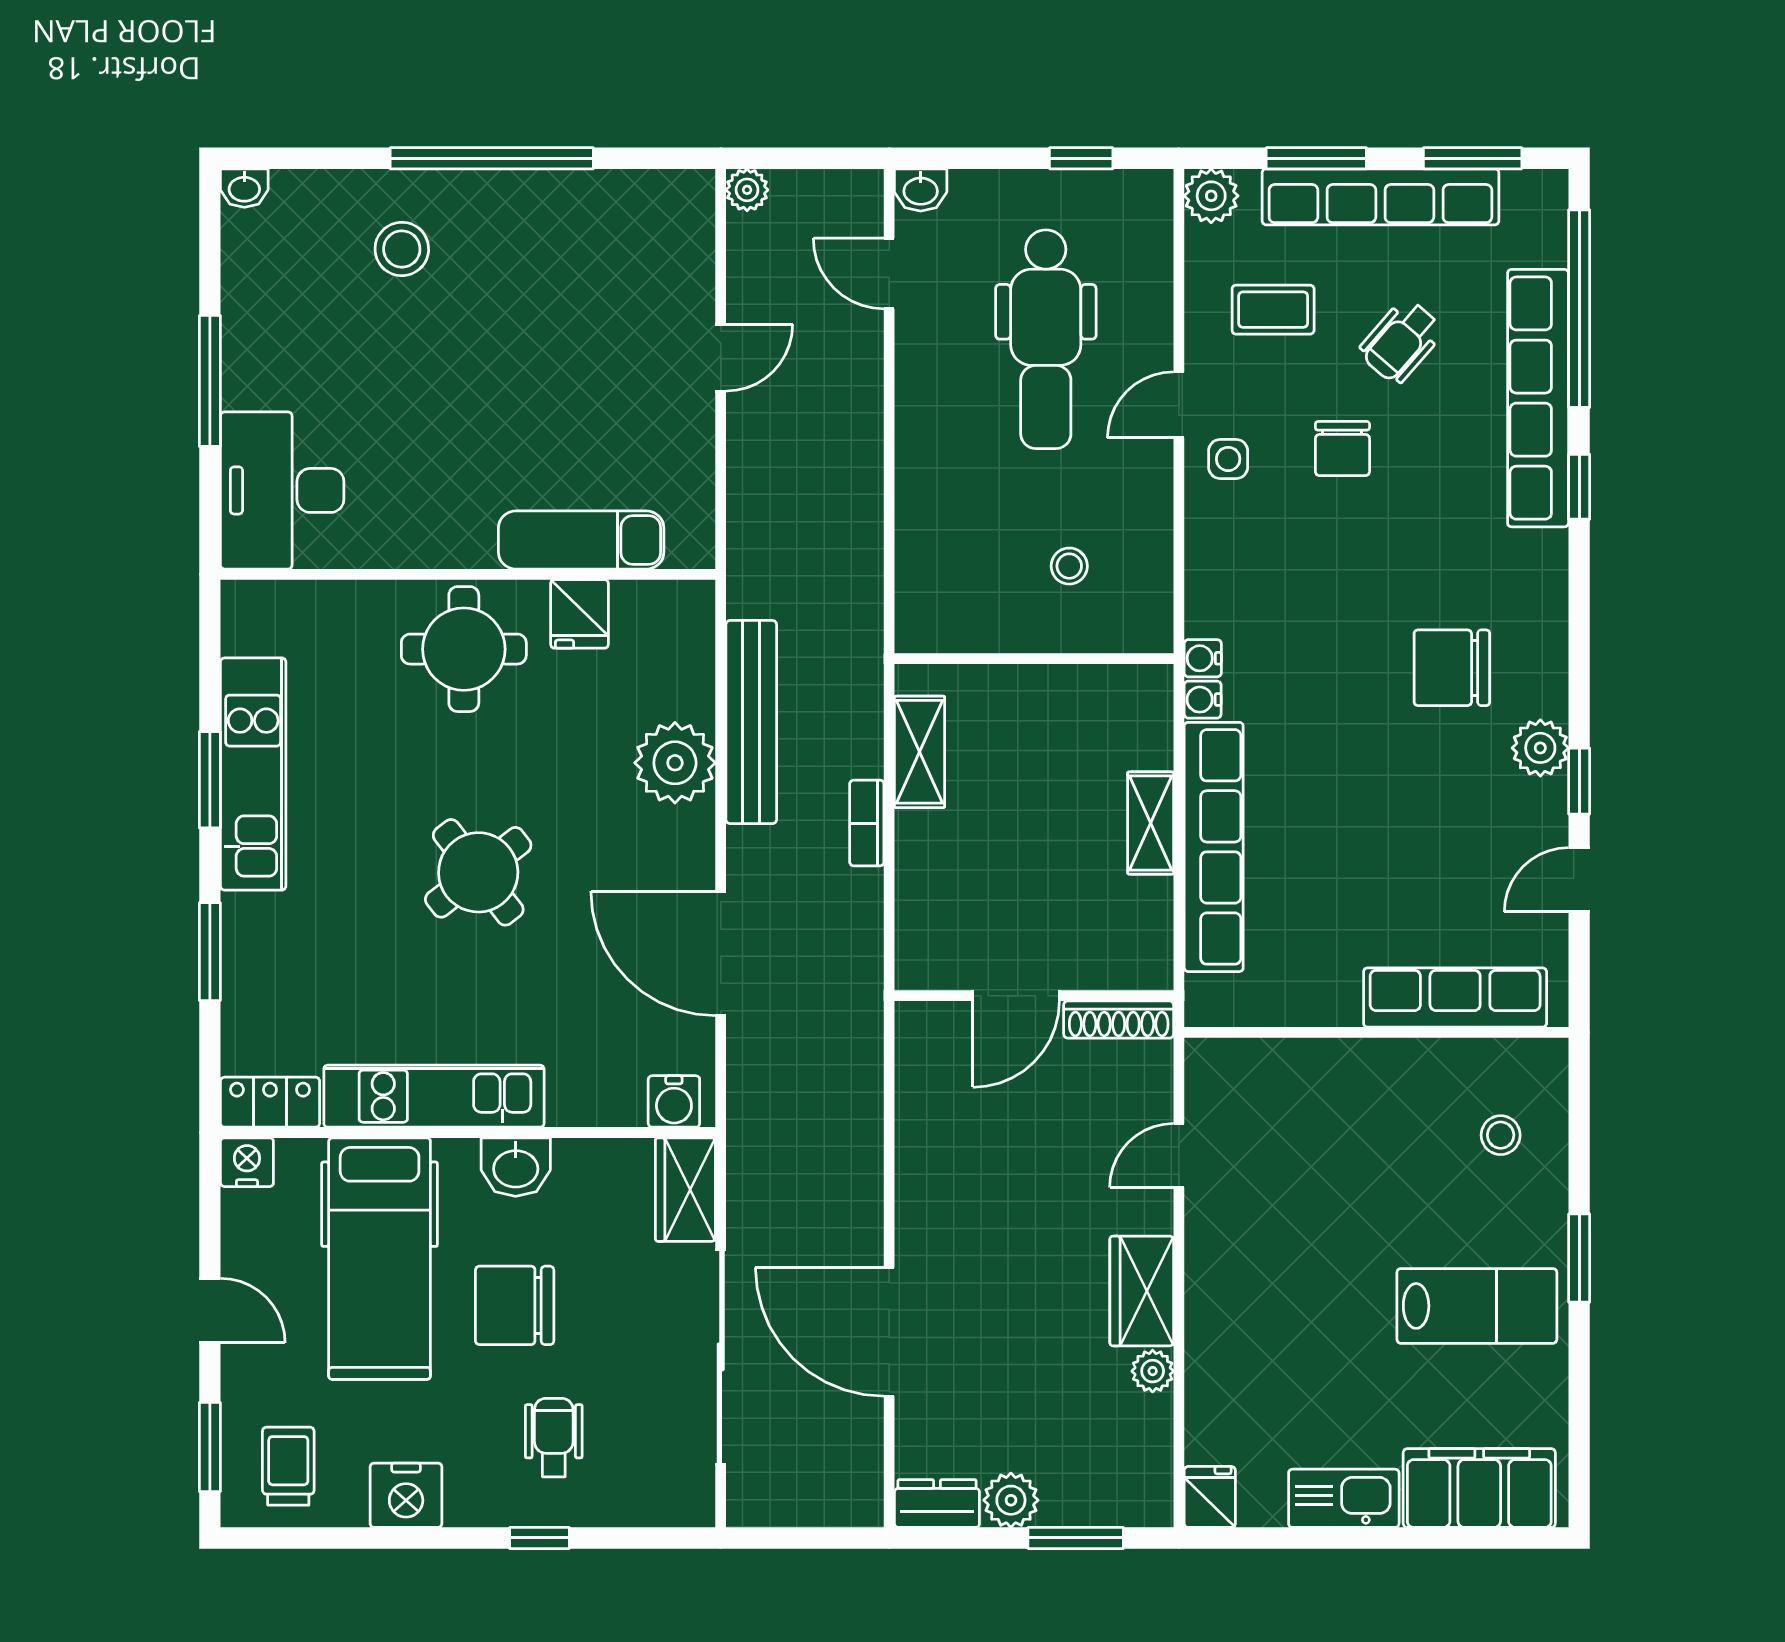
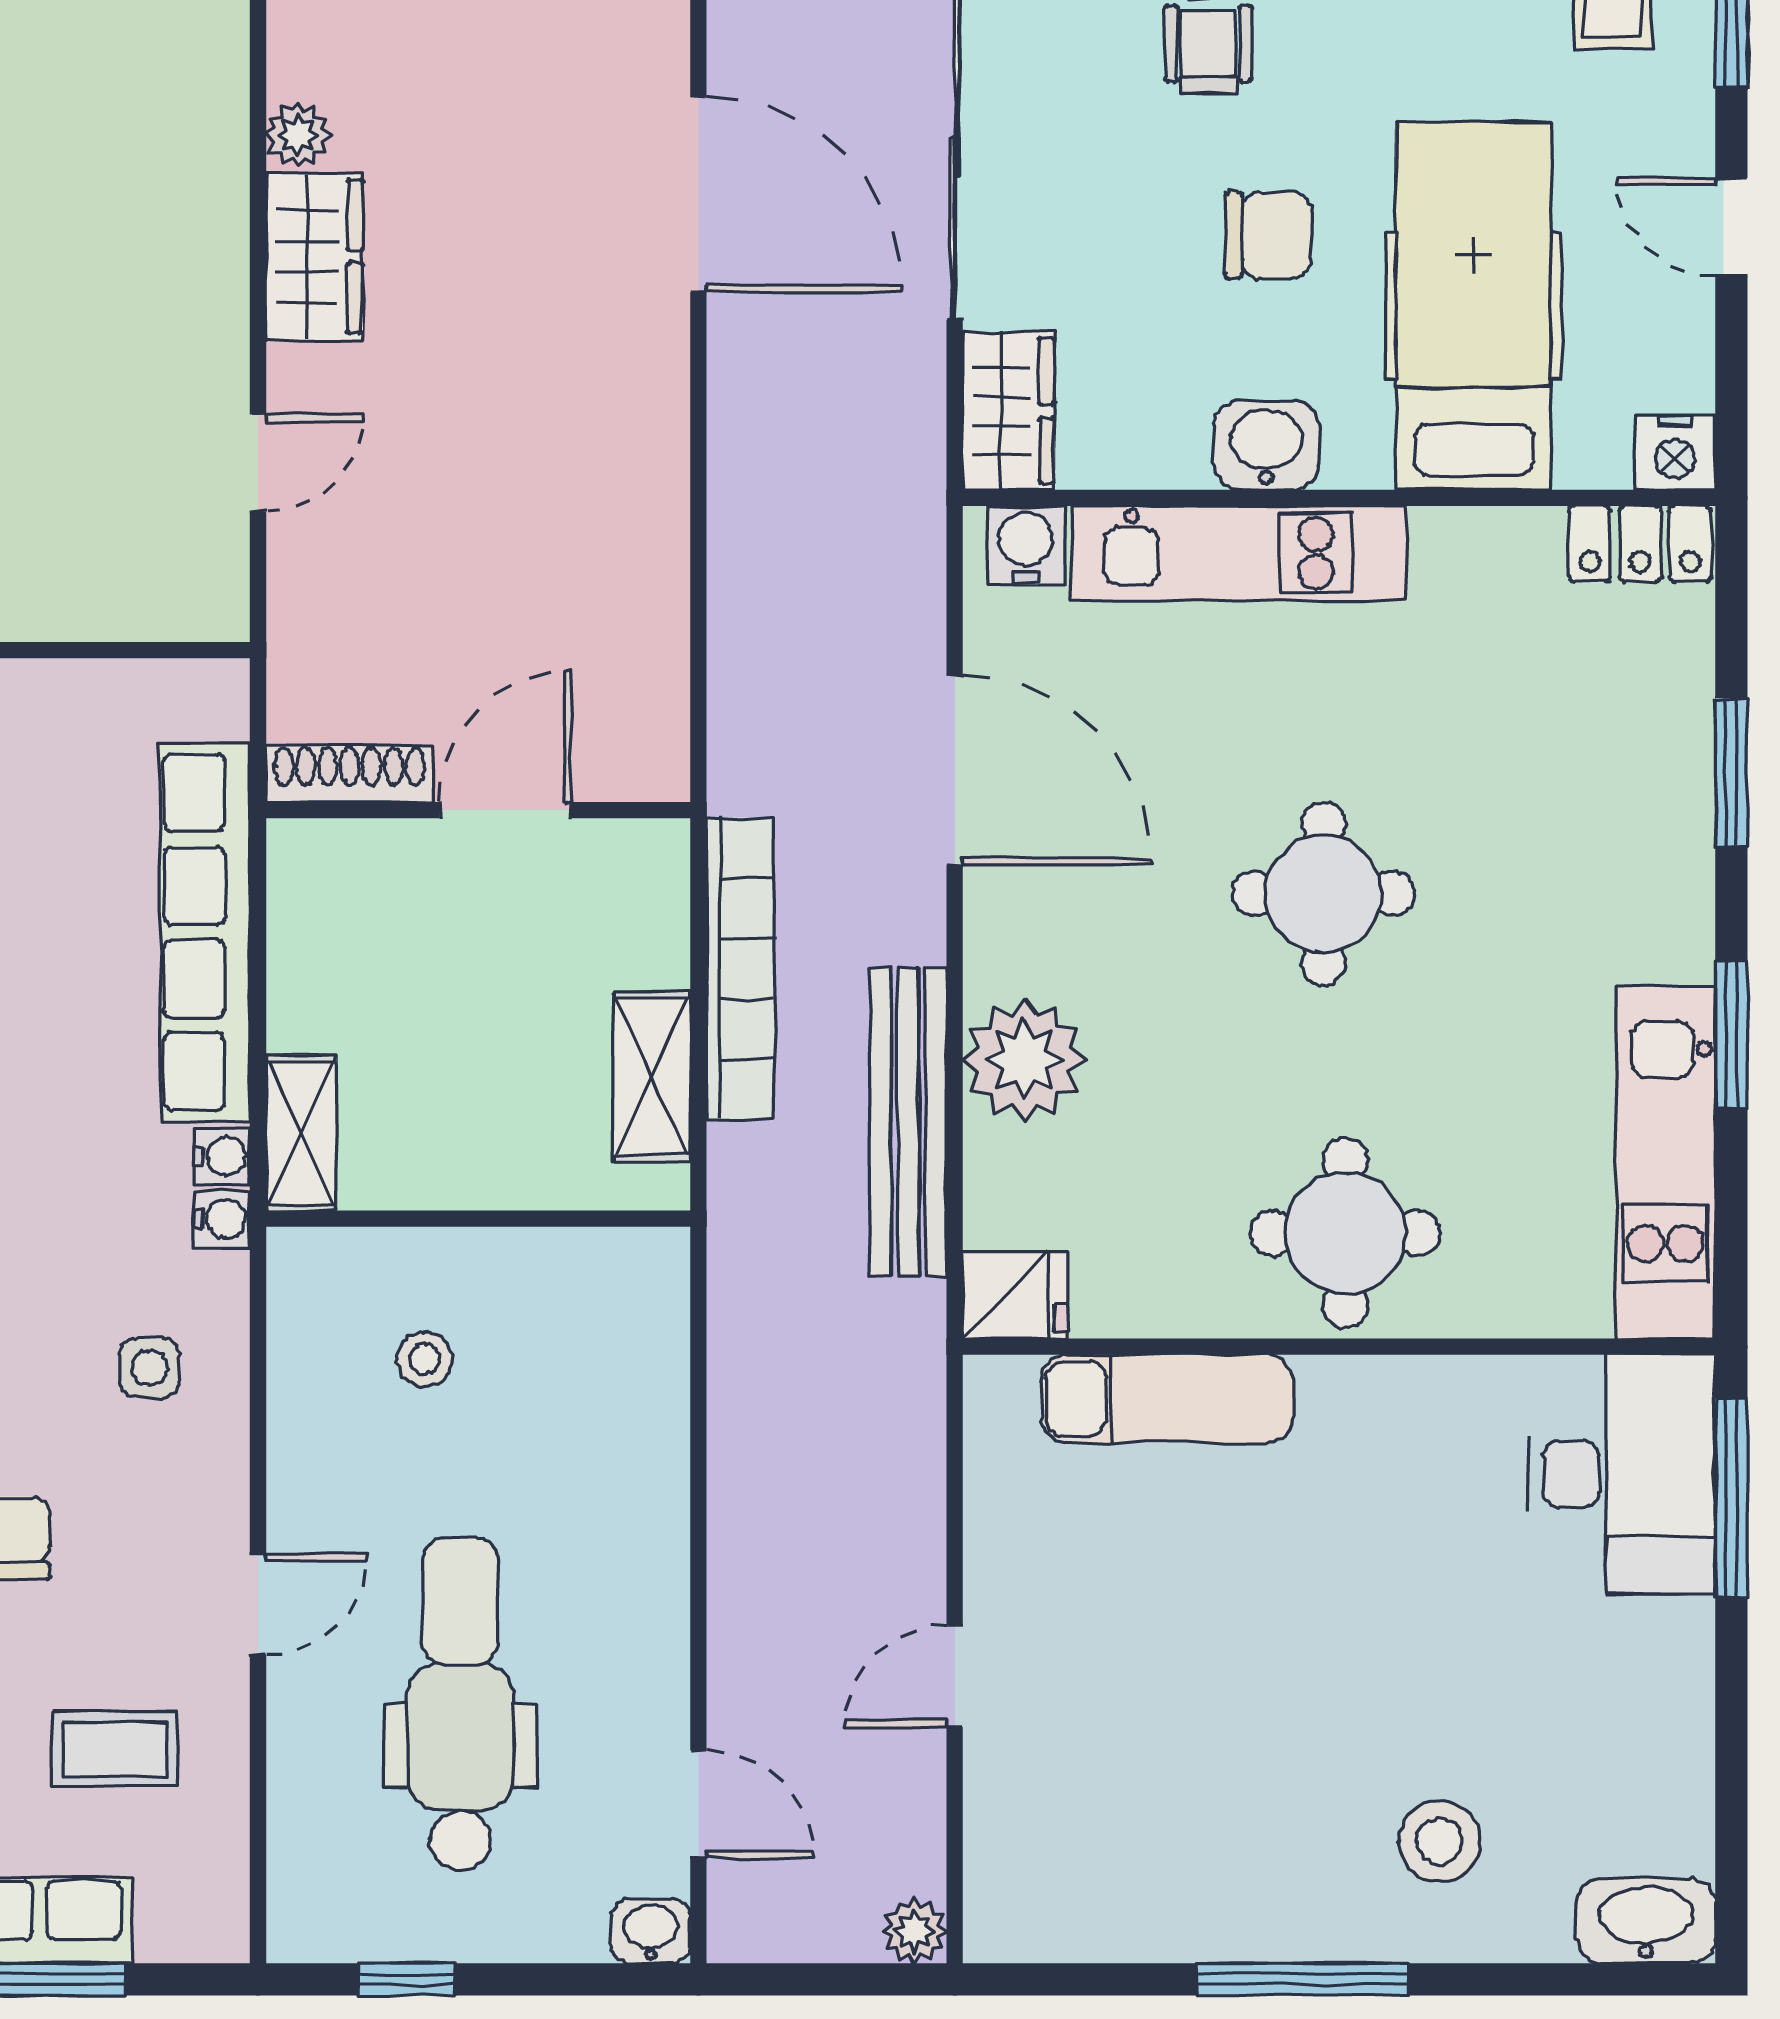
window: (492, 158) -> (1303, 1979), width x0.68
washbasin: (244, 188) -> (1646, 1921), width x1.91, depth x1.45
plant: (1211, 196) -> (209, 1922), removed
window: (210, 381) -> (1731, 1498), moved
side table: (1228, 459) -> (149, 1368), moved
fridge: (580, 614) -> (1015, 1295), moved, turned 90
kitchen unit: (253, 774) -> (1666, 1162), moved
bookcase: (867, 823) -> (741, 968), width x2.31, depth x1.31
shelving: (1151, 823) -> (301, 1133), moved
round table: (478, 872) -> (1323, 893), turned 38
door: (1016, 996) -> (505, 810), moved
wall: (1034, 996) -> (478, 810), moved
shoe rack: (1119, 1020) -> (350, 774), moved
kitchen unit: (434, 1096) -> (1239, 553), moved
chair: (515, 1305) -> (1268, 235), width x0.73, depth x0.73

